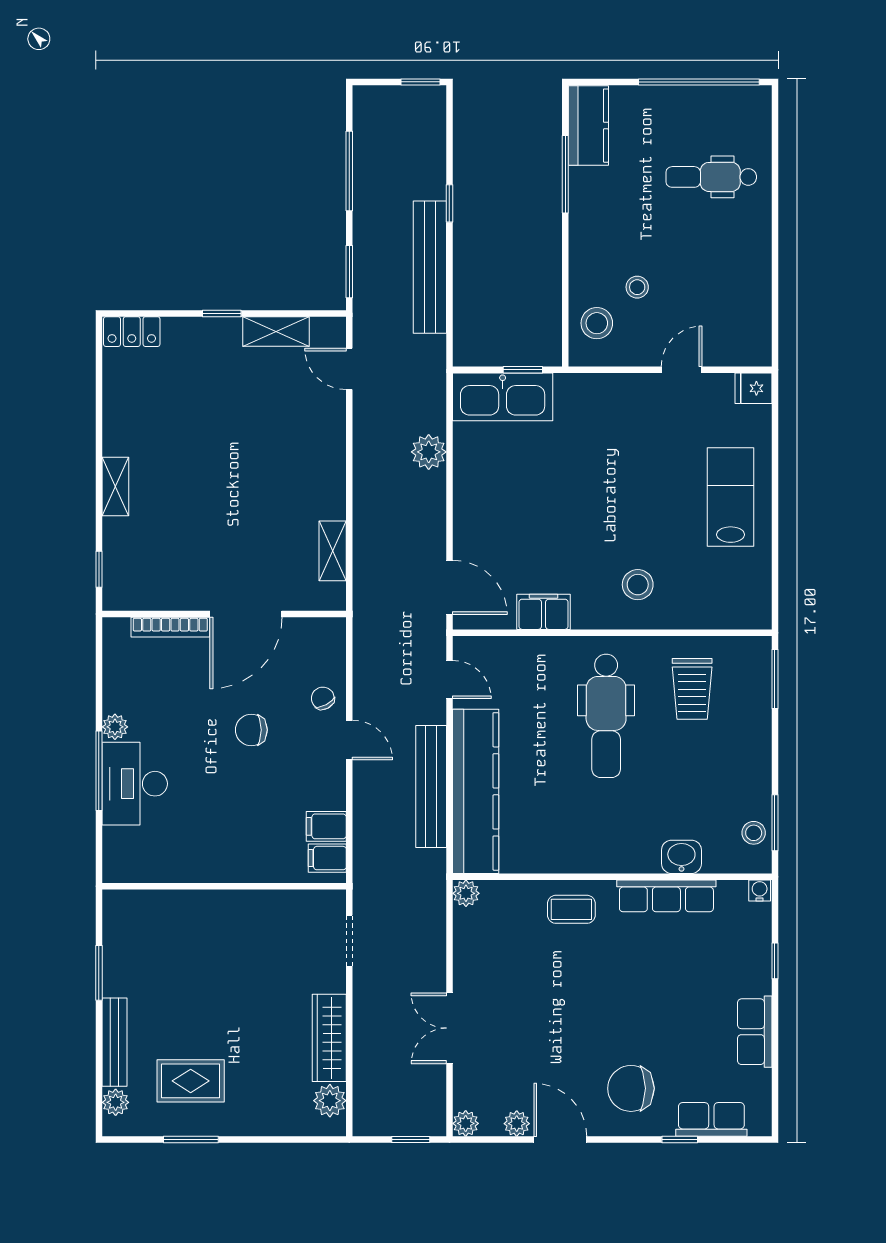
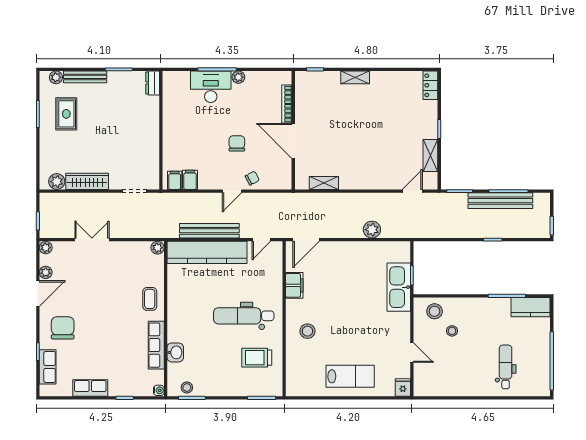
bench: (430, 267) -> (500, 201), moved
kitchen sink: (503, 397) -> (399, 287), moved
dresser: (127, 903) -> (153, 83), added

